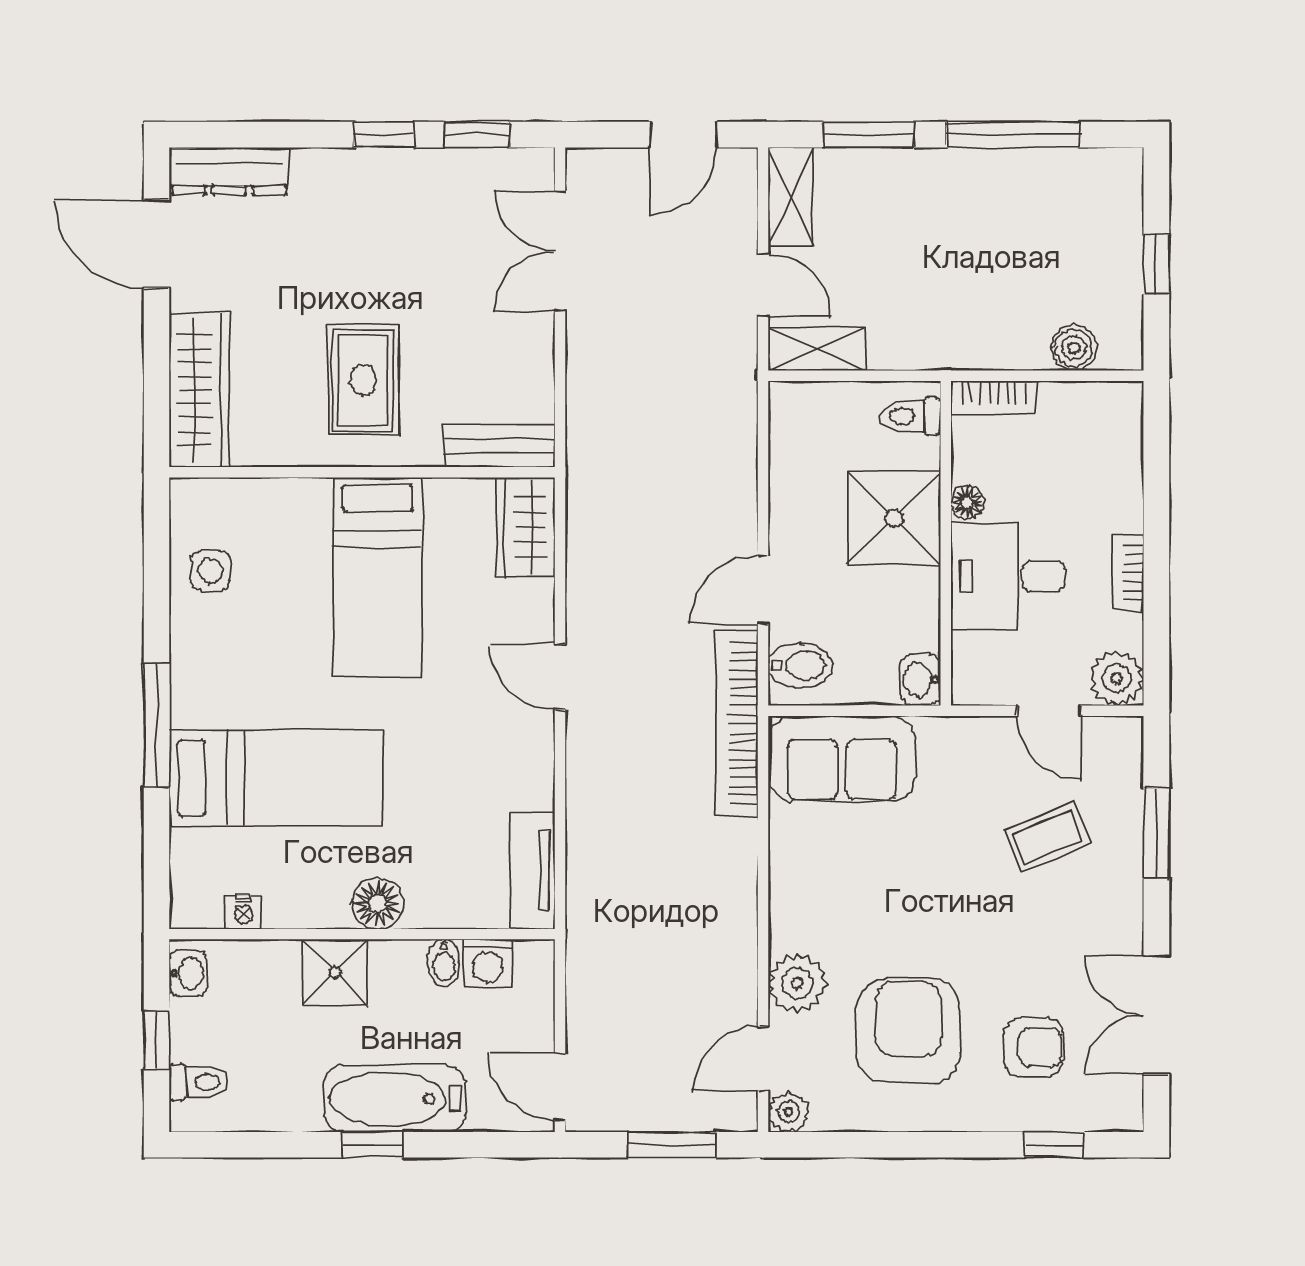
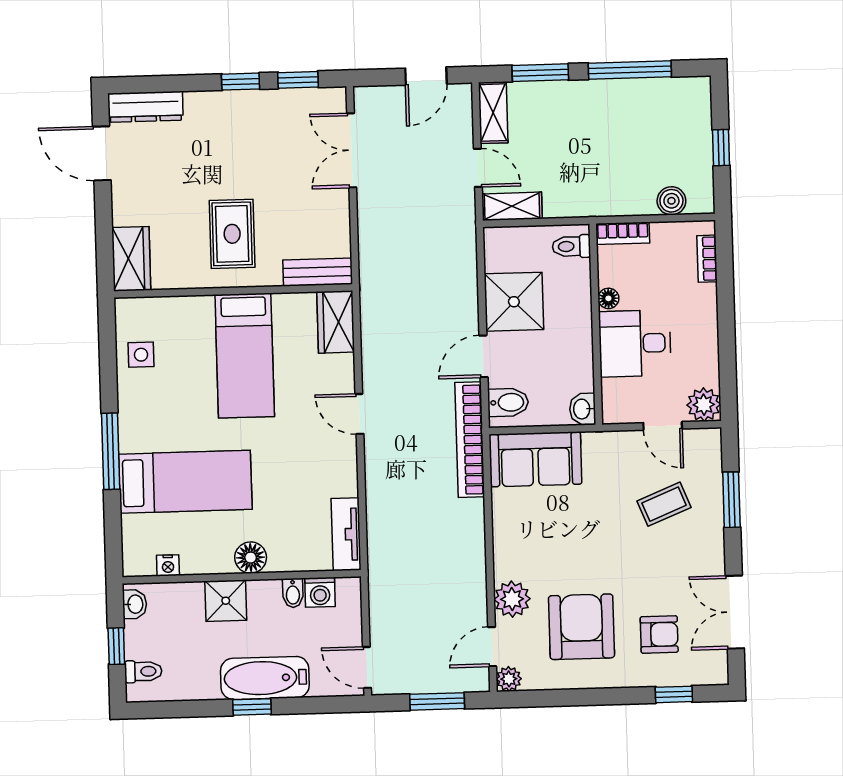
wardrobe: (199, 390) -> (131, 259), width x0.67
shower: (894, 518) -> (514, 302), moved
bookcase: (1129, 572) -> (707, 259), moved

